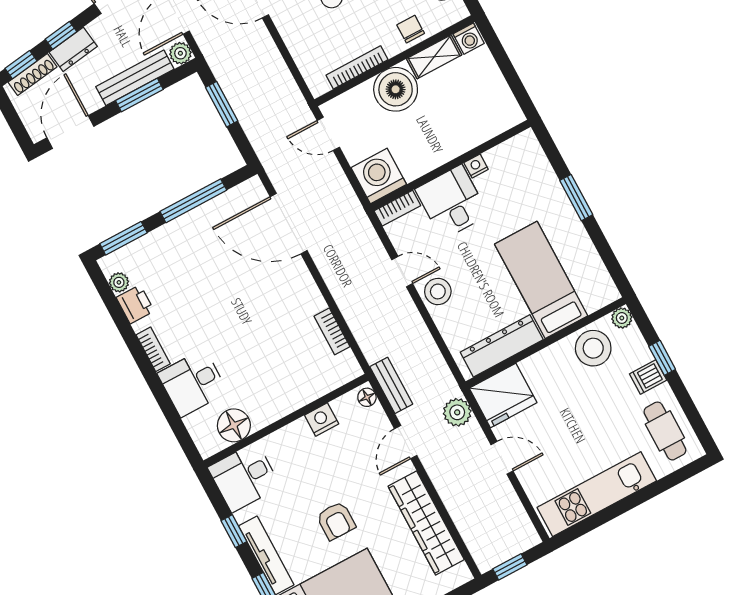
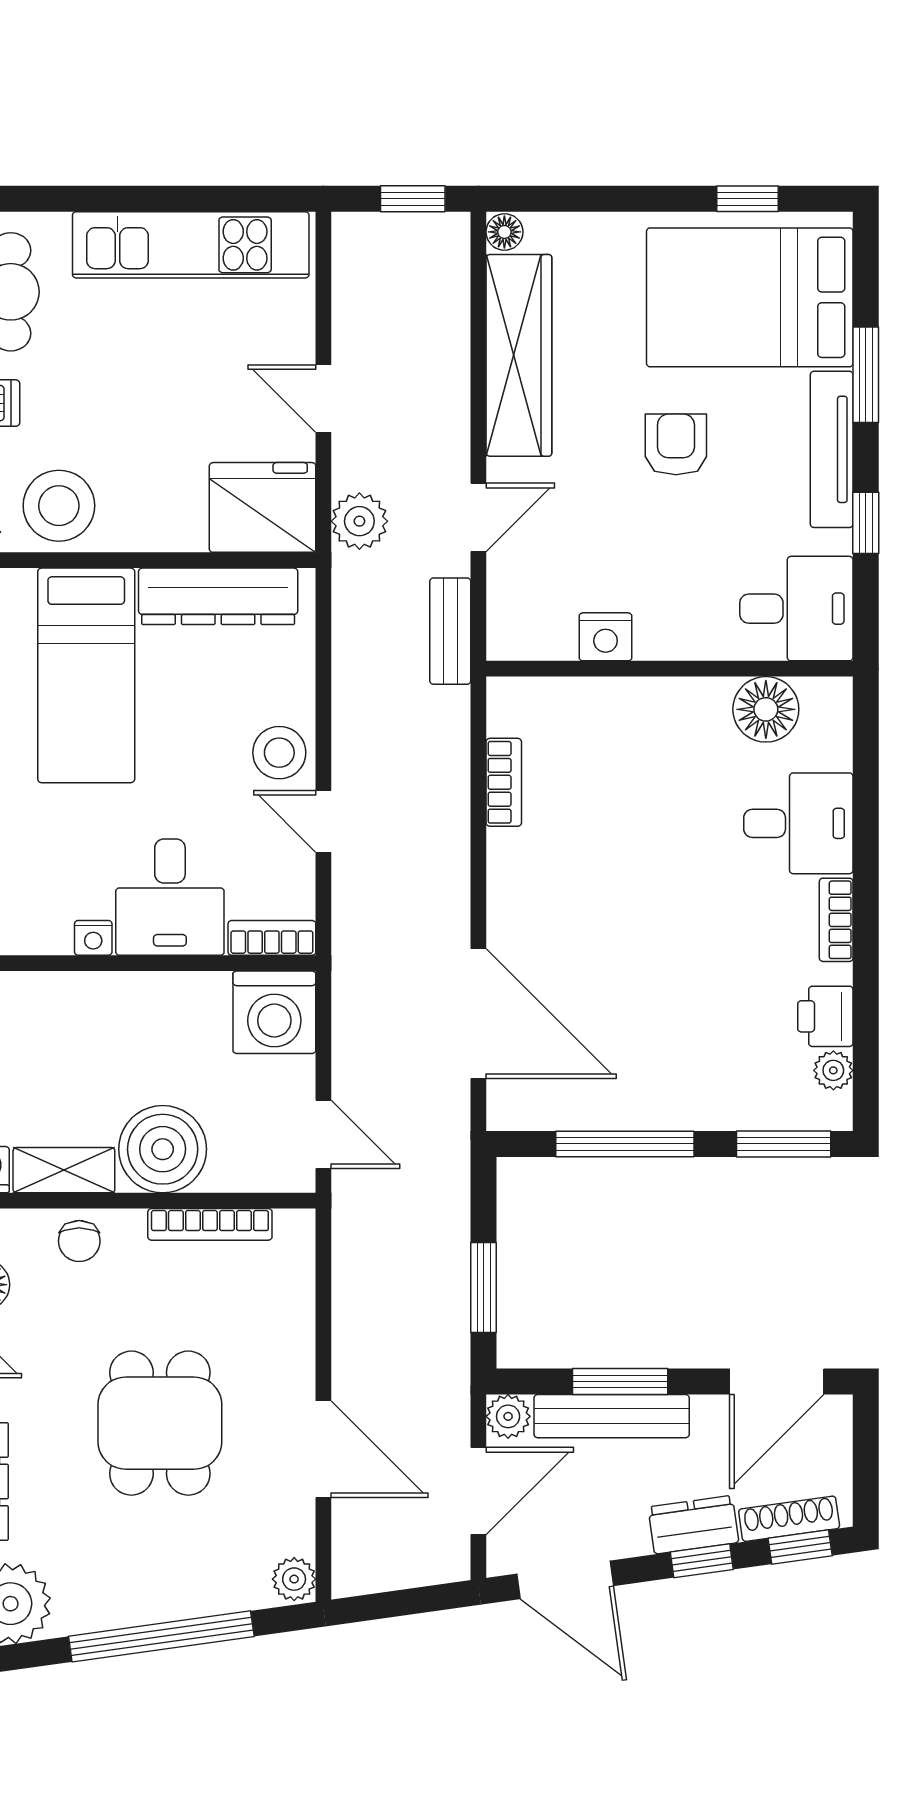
floor lamp: (367, 397) -> (504, 232), moved

